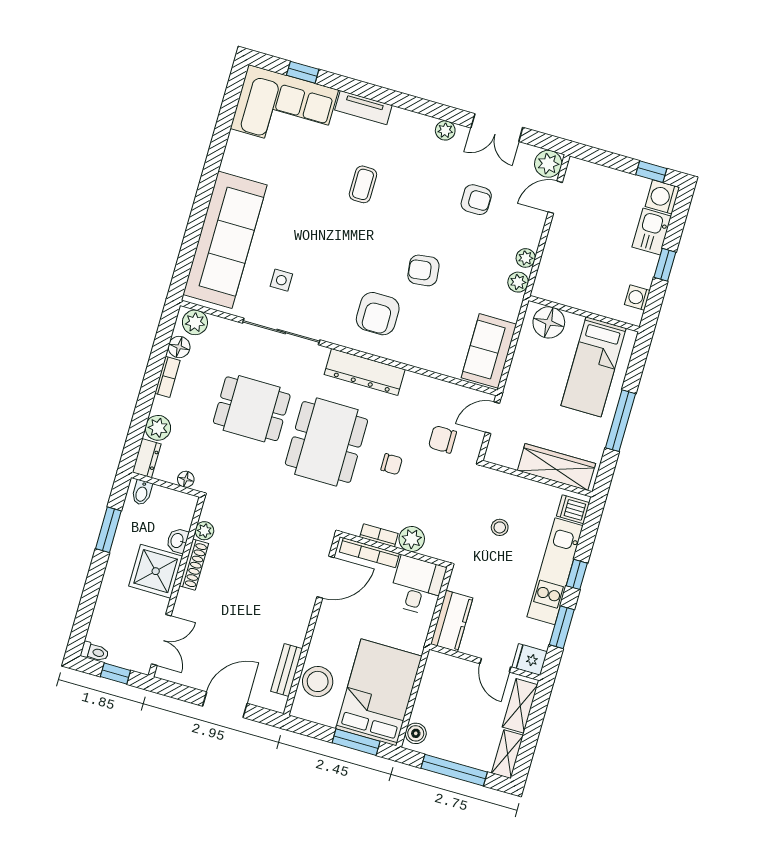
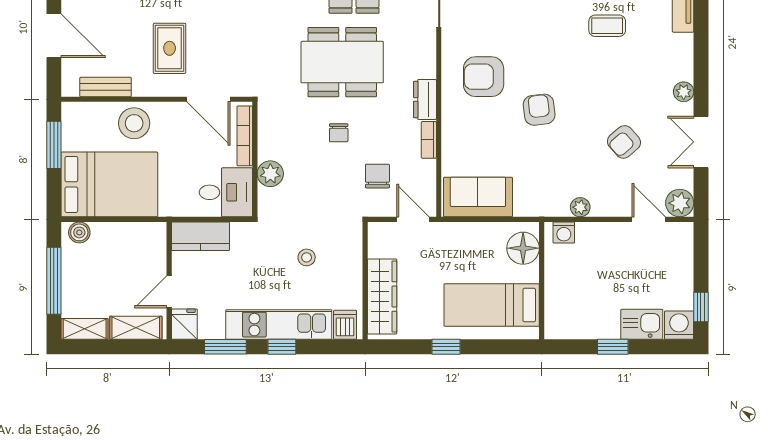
armchair: (476, 200) -> (624, 142), turned 49
plant: (518, 282) -> (554, 207), removed
washing machine: (637, 298) -> (564, 233), moved, turned 180
dresser: (365, 372) -> (425, 99), width x0.51, depth x0.80
window: (621, 421) -> (446, 347), width x0.46
bookcase: (379, 535) -> (429, 140), moved, turned 180
rug: (267, 600) -> (170, 48), added
stool: (318, 681) -> (134, 123), moved
window: (356, 742) -> (54, 145), moved

